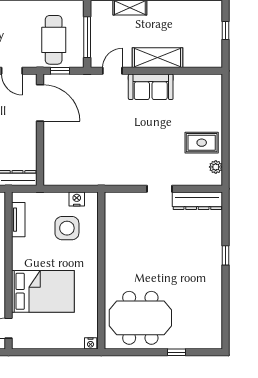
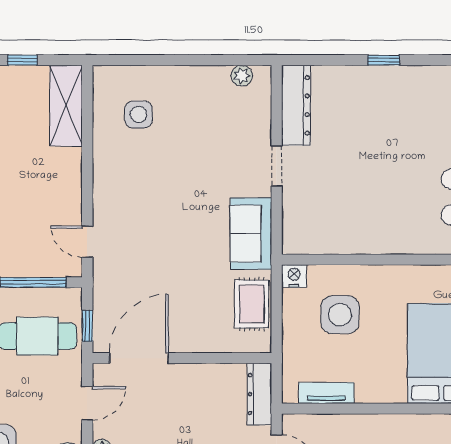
shelving: (158, 58) -> (66, 106), moved
sofa: (151, 87) -> (251, 234), moved, turned 180
side table: (192, 103) -> (139, 114), added
rug: (202, 143) -> (252, 304), moved
nightstand: (77, 199) -> (294, 276), moved, turned 90

